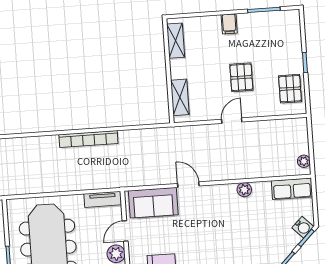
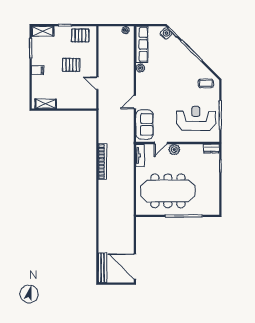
shelving: (180, 97) -> (43, 31), moved
door: (232, 121) -> (97, 83), moved
row of seats: (292, 189) -> (142, 44), width x1.48
door: (125, 231) -> (161, 143), hinge flipped

